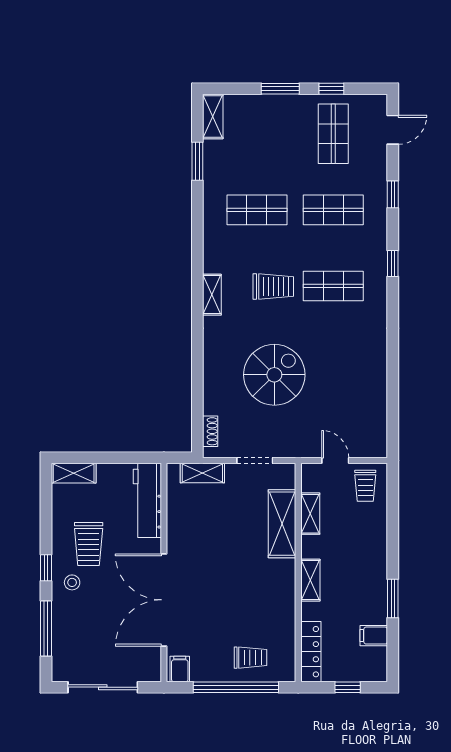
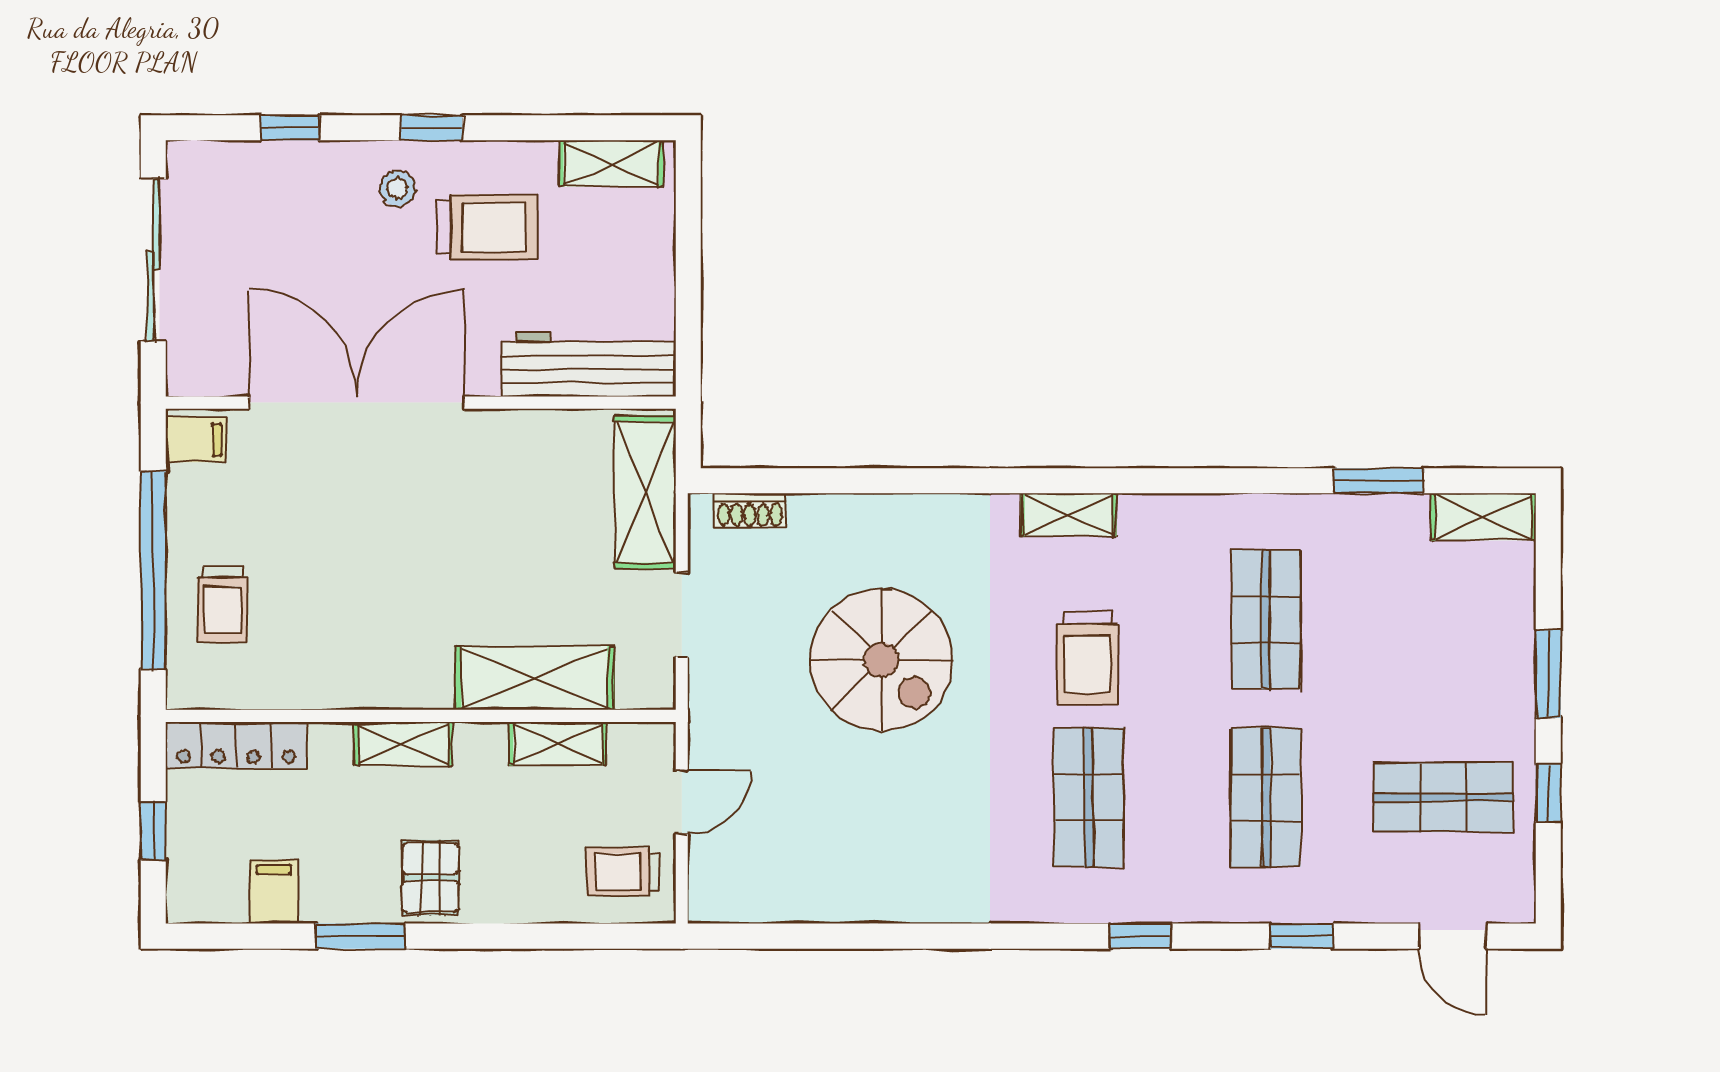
shelving: (74, 473) -> (611, 164), moved, turned 90
shelving: (202, 473) -> (645, 492), width x1.50, depth x1.33
trolley: (89, 544) -> (487, 227), turned 180
pallet: (368, 568) -> (431, 877), added
window: (46, 629) -> (290, 128), width x0.46

